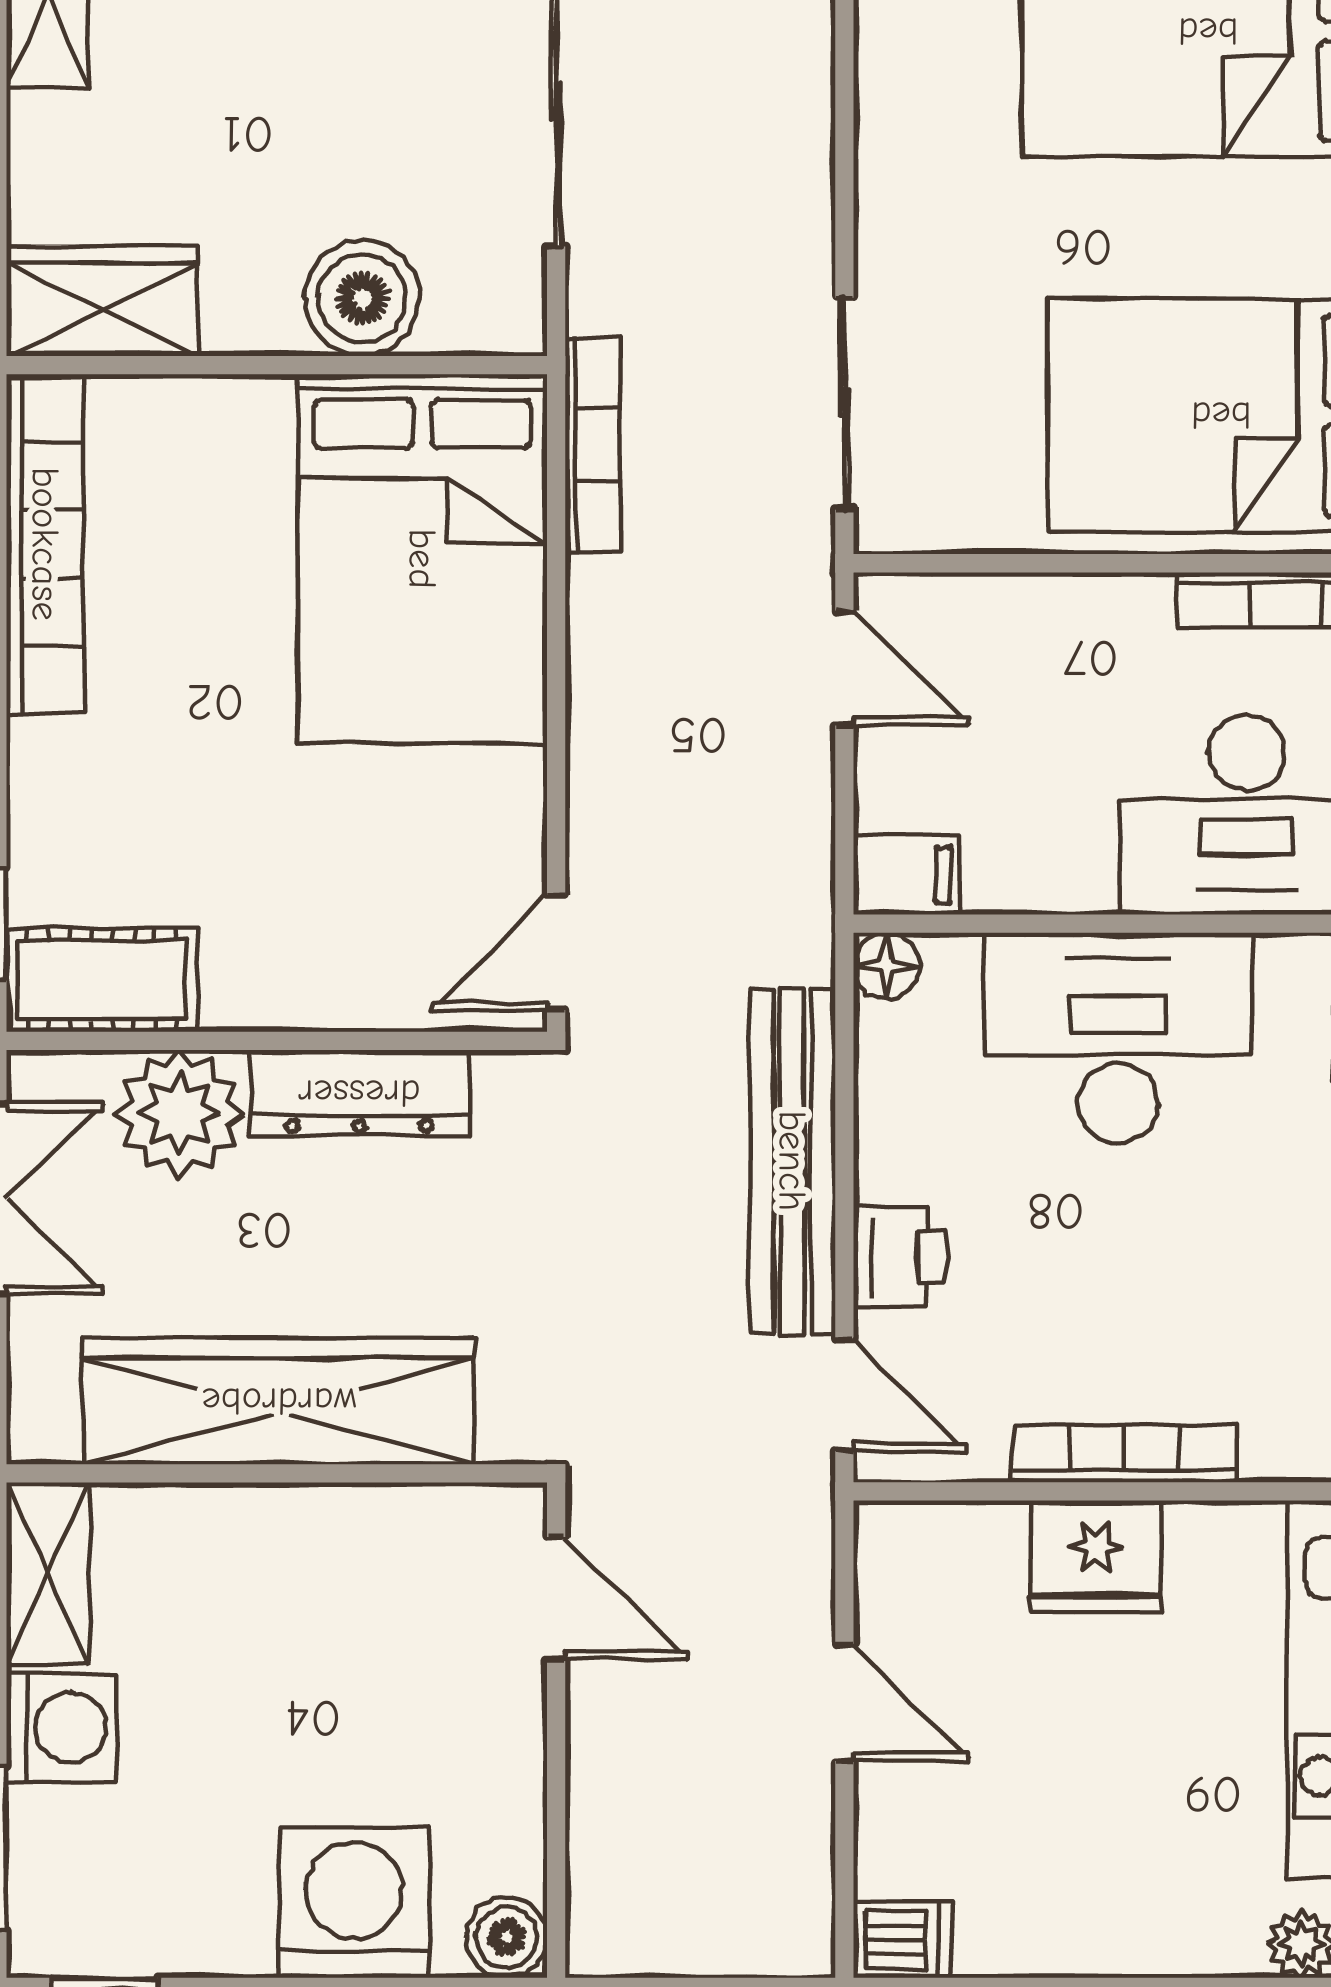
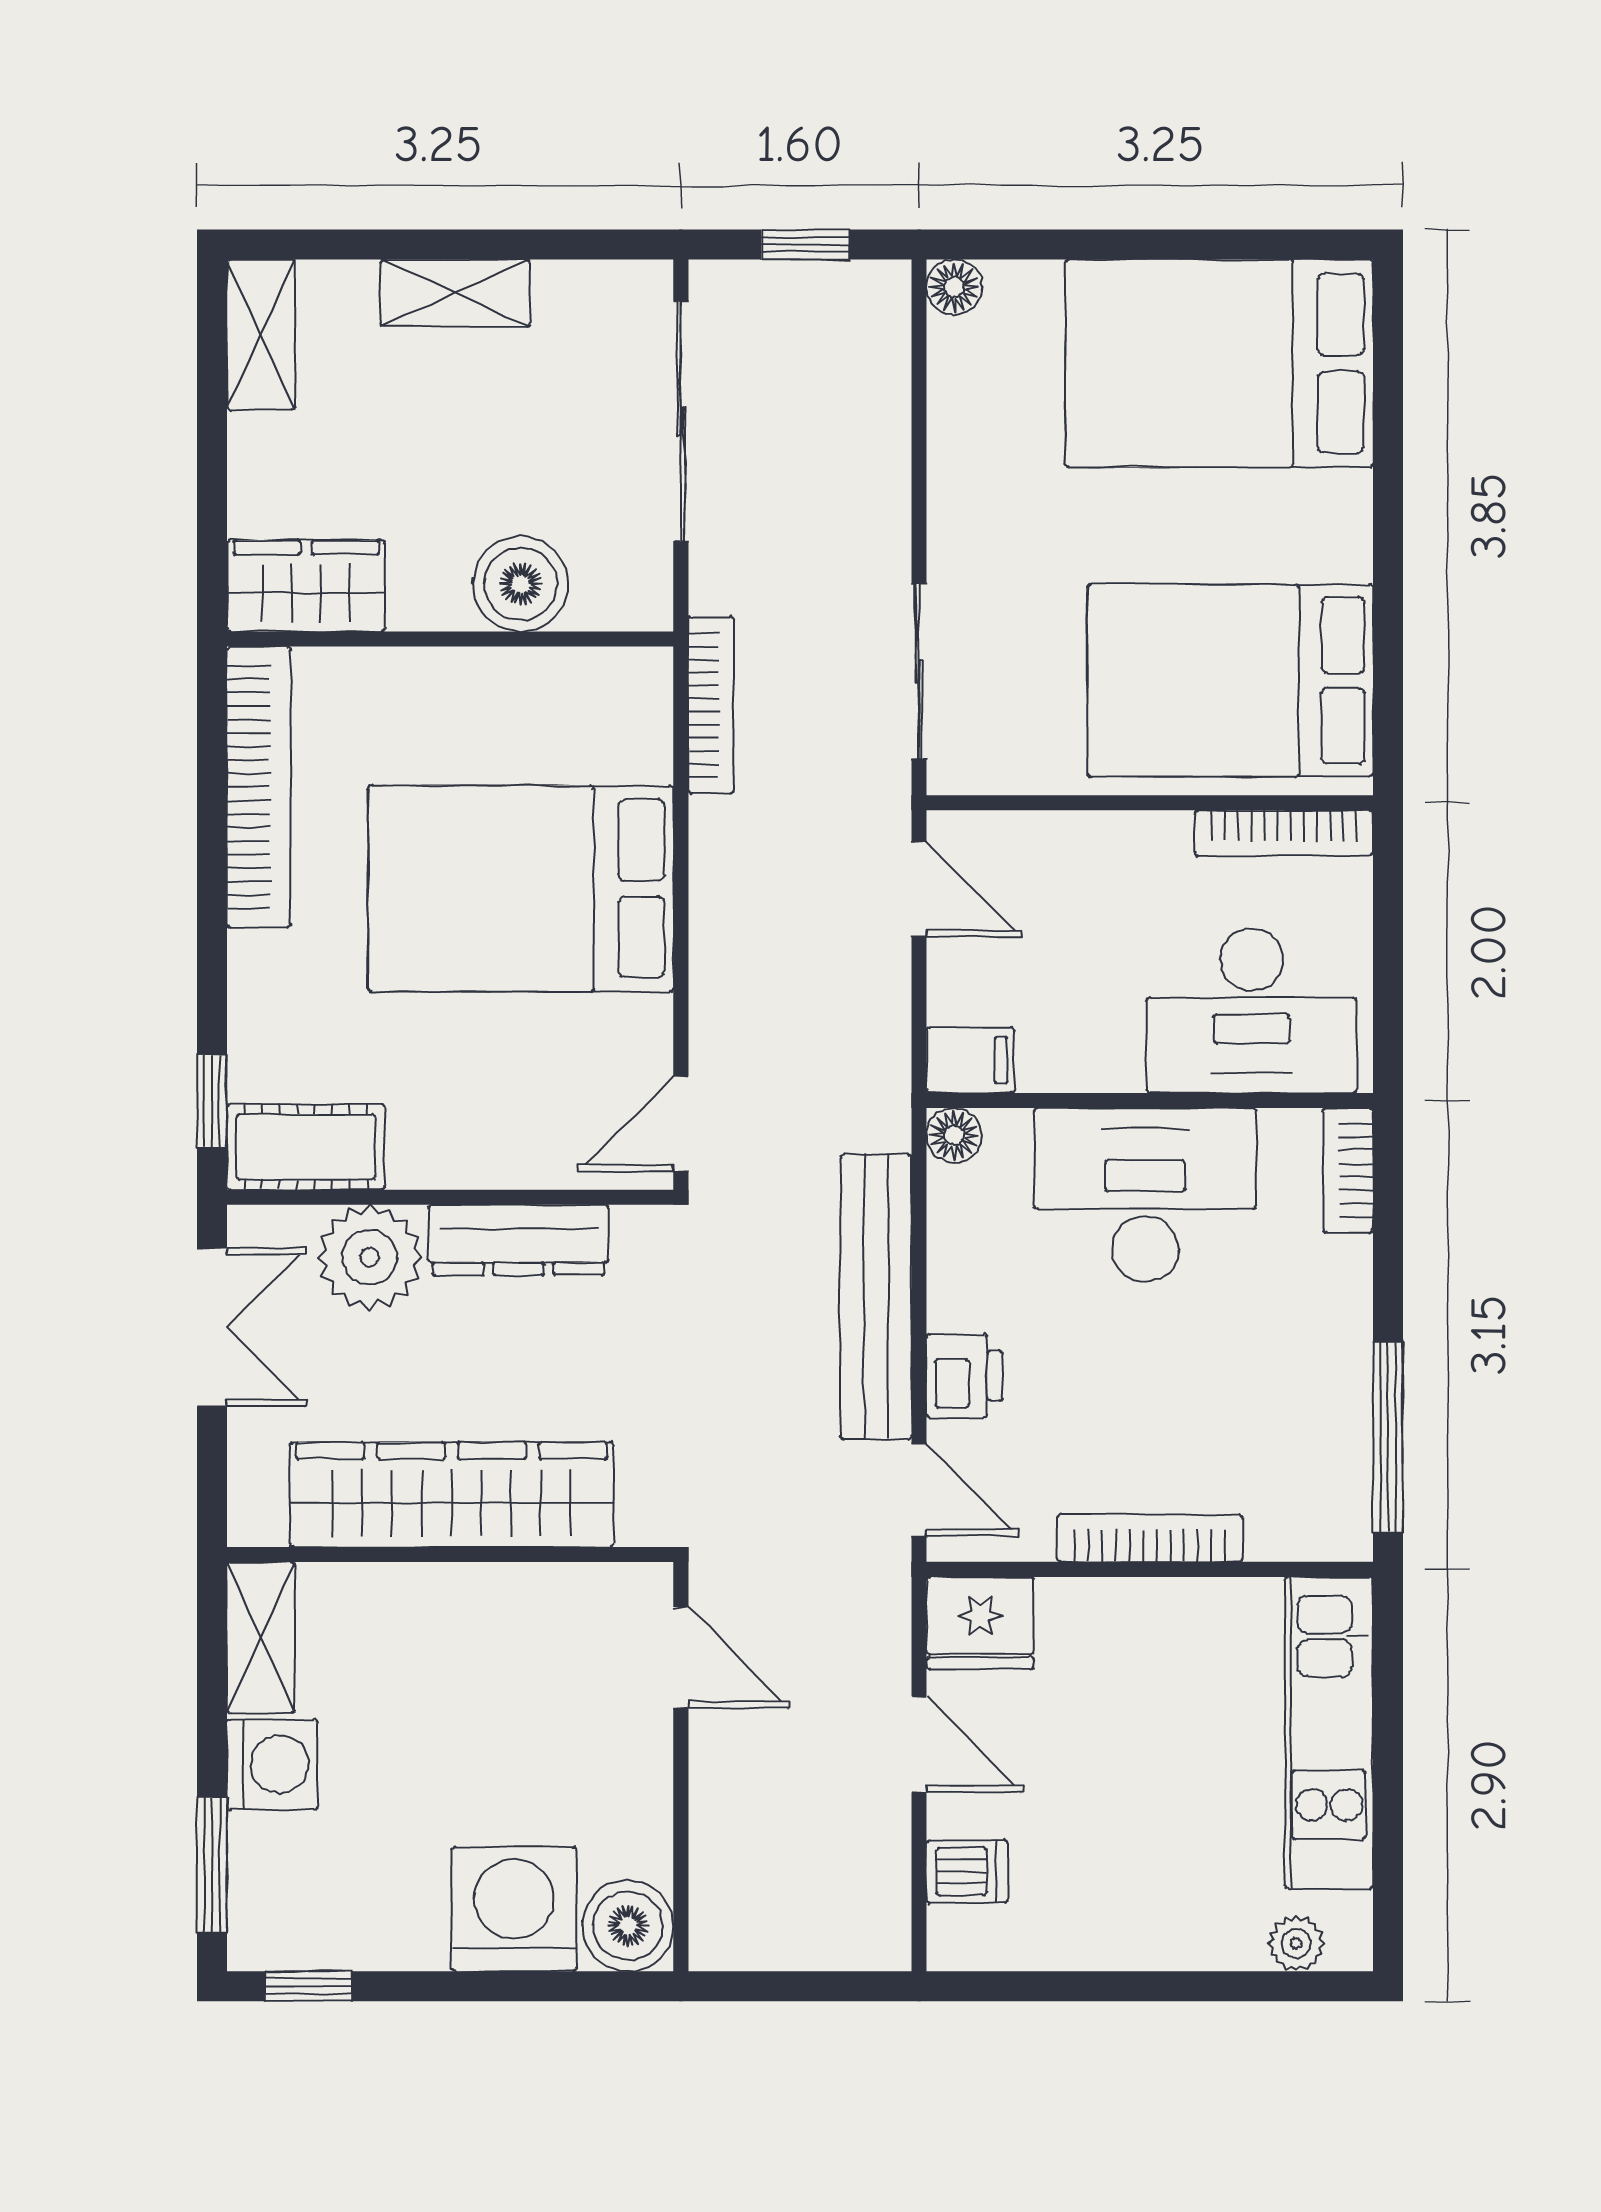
bed: (422, 559) -> (521, 889), moved, turned 90
fridge: (1096, 1556) -> (980, 1623), moved
boiler: (507, 1937) -> (628, 1926), width x1.36, depth x1.36
dishwasher: (903, 1940) -> (967, 1871), moved

